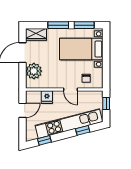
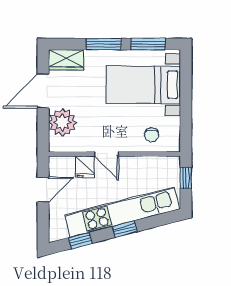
door: (70, 90) -> (106, 154), moved
window: (83, 130) -> (125, 229), moved

